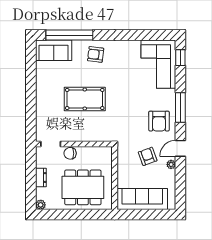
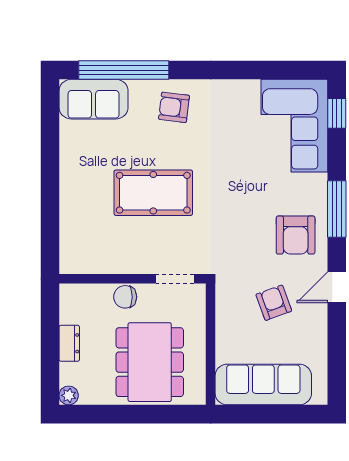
doorway: (51, 144) -> (175, 279), moved
plant: (171, 164) -> (319, 318), removed
dining table: (83, 187) -> (150, 362), turned 90

